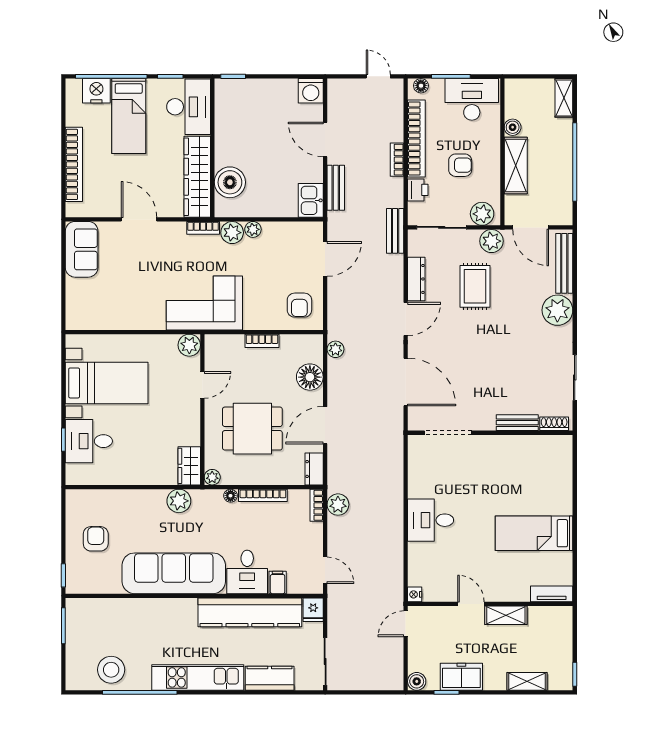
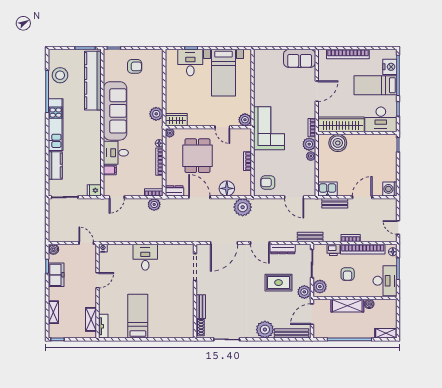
door: (378, 76) -> (398, 227), swing flipped
plant: (335, 349) -> (243, 207), width x1.88, depth x1.88
kitchen counter: (250, 612) -> (93, 81), moved
shelving: (506, 615) -> (91, 319), moved

